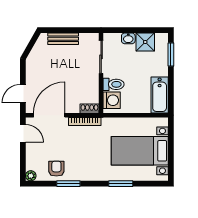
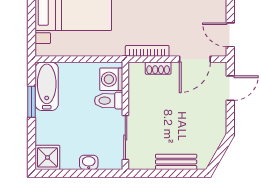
shower: (145, 42) -> (47, 157), moved
window: (171, 54) -> (32, 102), moved
shoe rack: (89, 109) -> (158, 68), moved
door: (49, 115) -> (195, 59), width x0.73

